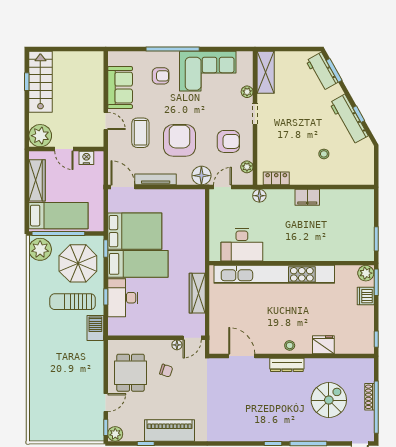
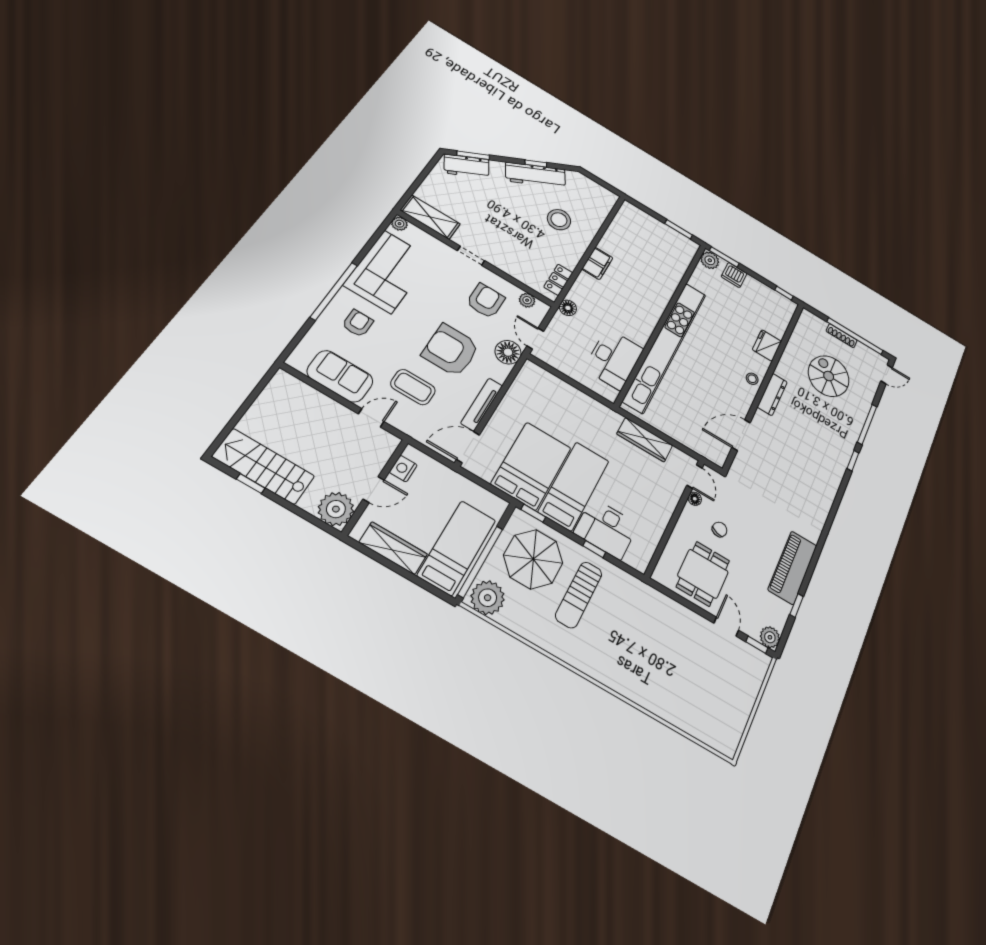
plant: (247, 92) -> (399, 224), moved
stool: (324, 154) -> (559, 220), width x1.89, depth x1.89
barbecue: (95, 328) -> (627, 585), removed
dining table: (131, 373) -> (703, 574), turned 90

